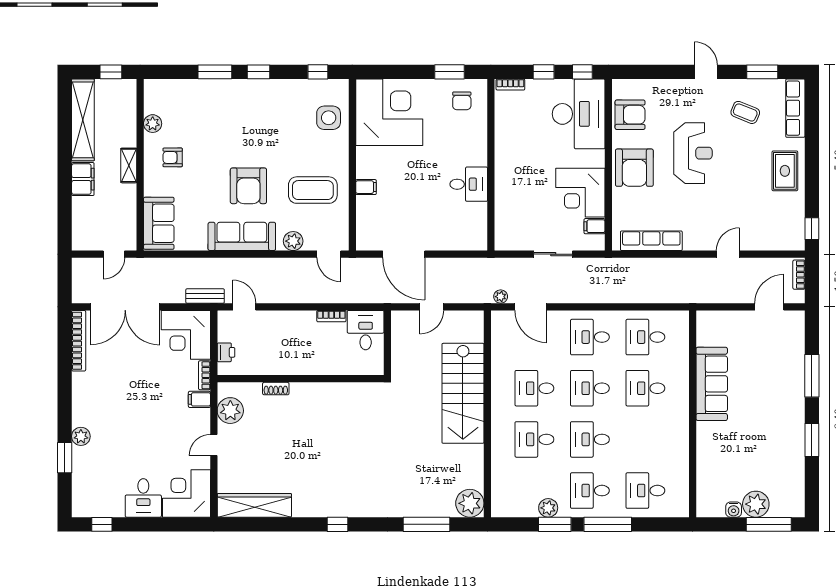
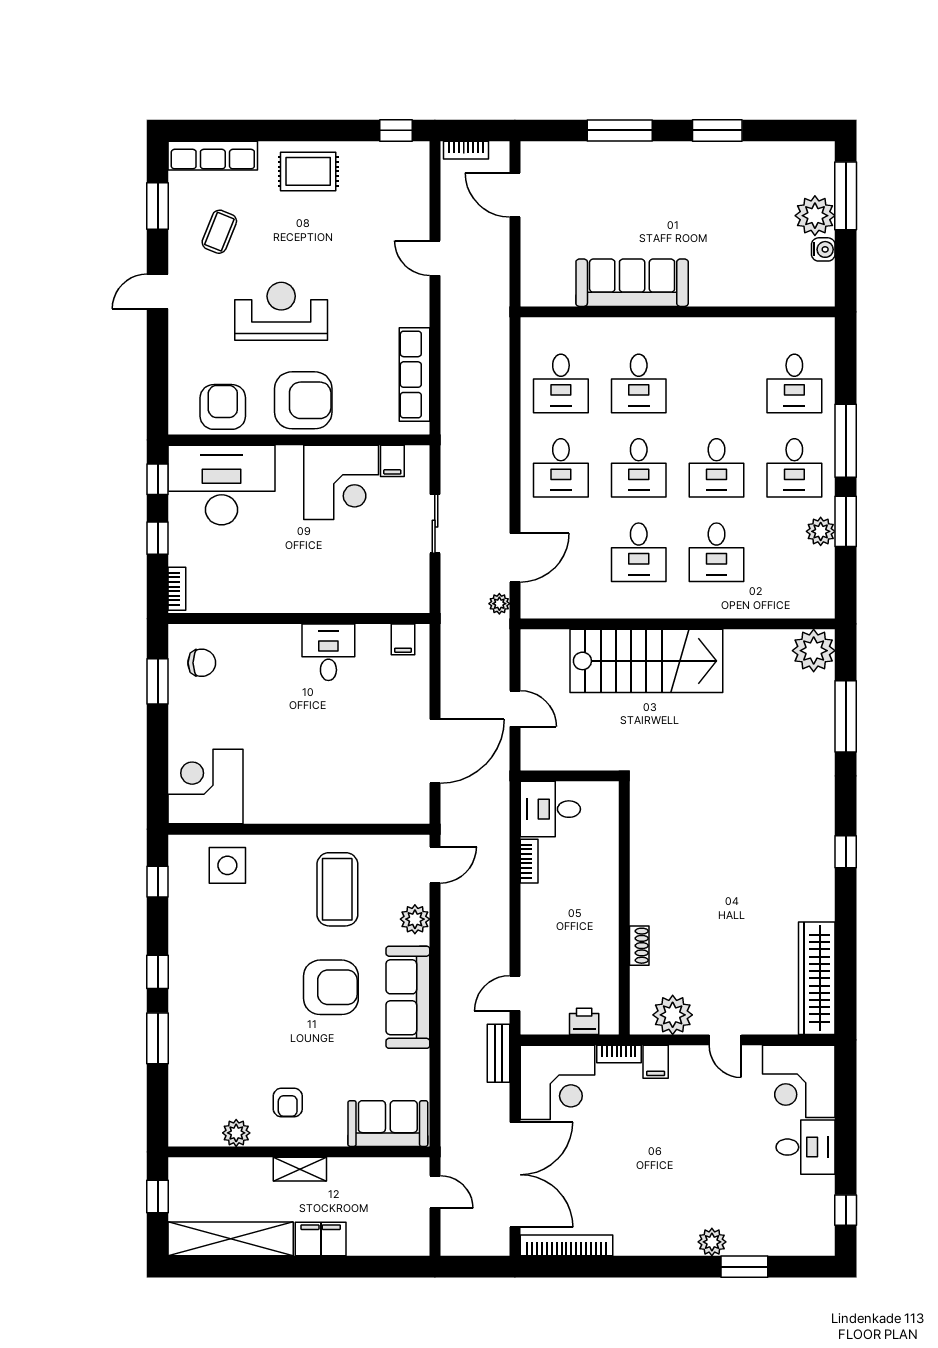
corner desk: (389, 112) -> (206, 787), width x0.74, depth x0.74
filing cabinet: (366, 187) -> (403, 639), moved, turned 180

